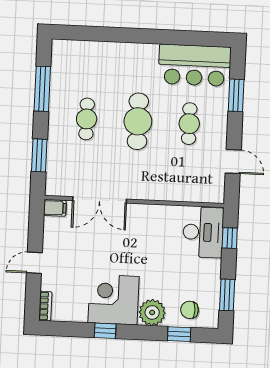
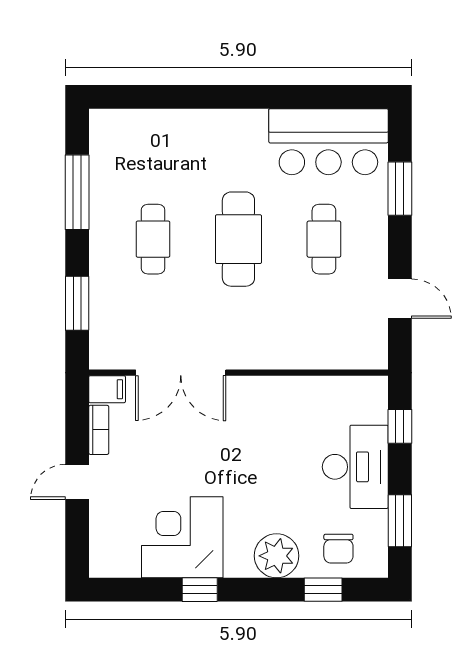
desk: (203, 232) -> (355, 467), moved
corner desk: (113, 300) -> (182, 537), moved
bookcase: (45, 306) -> (99, 430), moved
chair: (190, 310) -> (338, 549), turned -90

